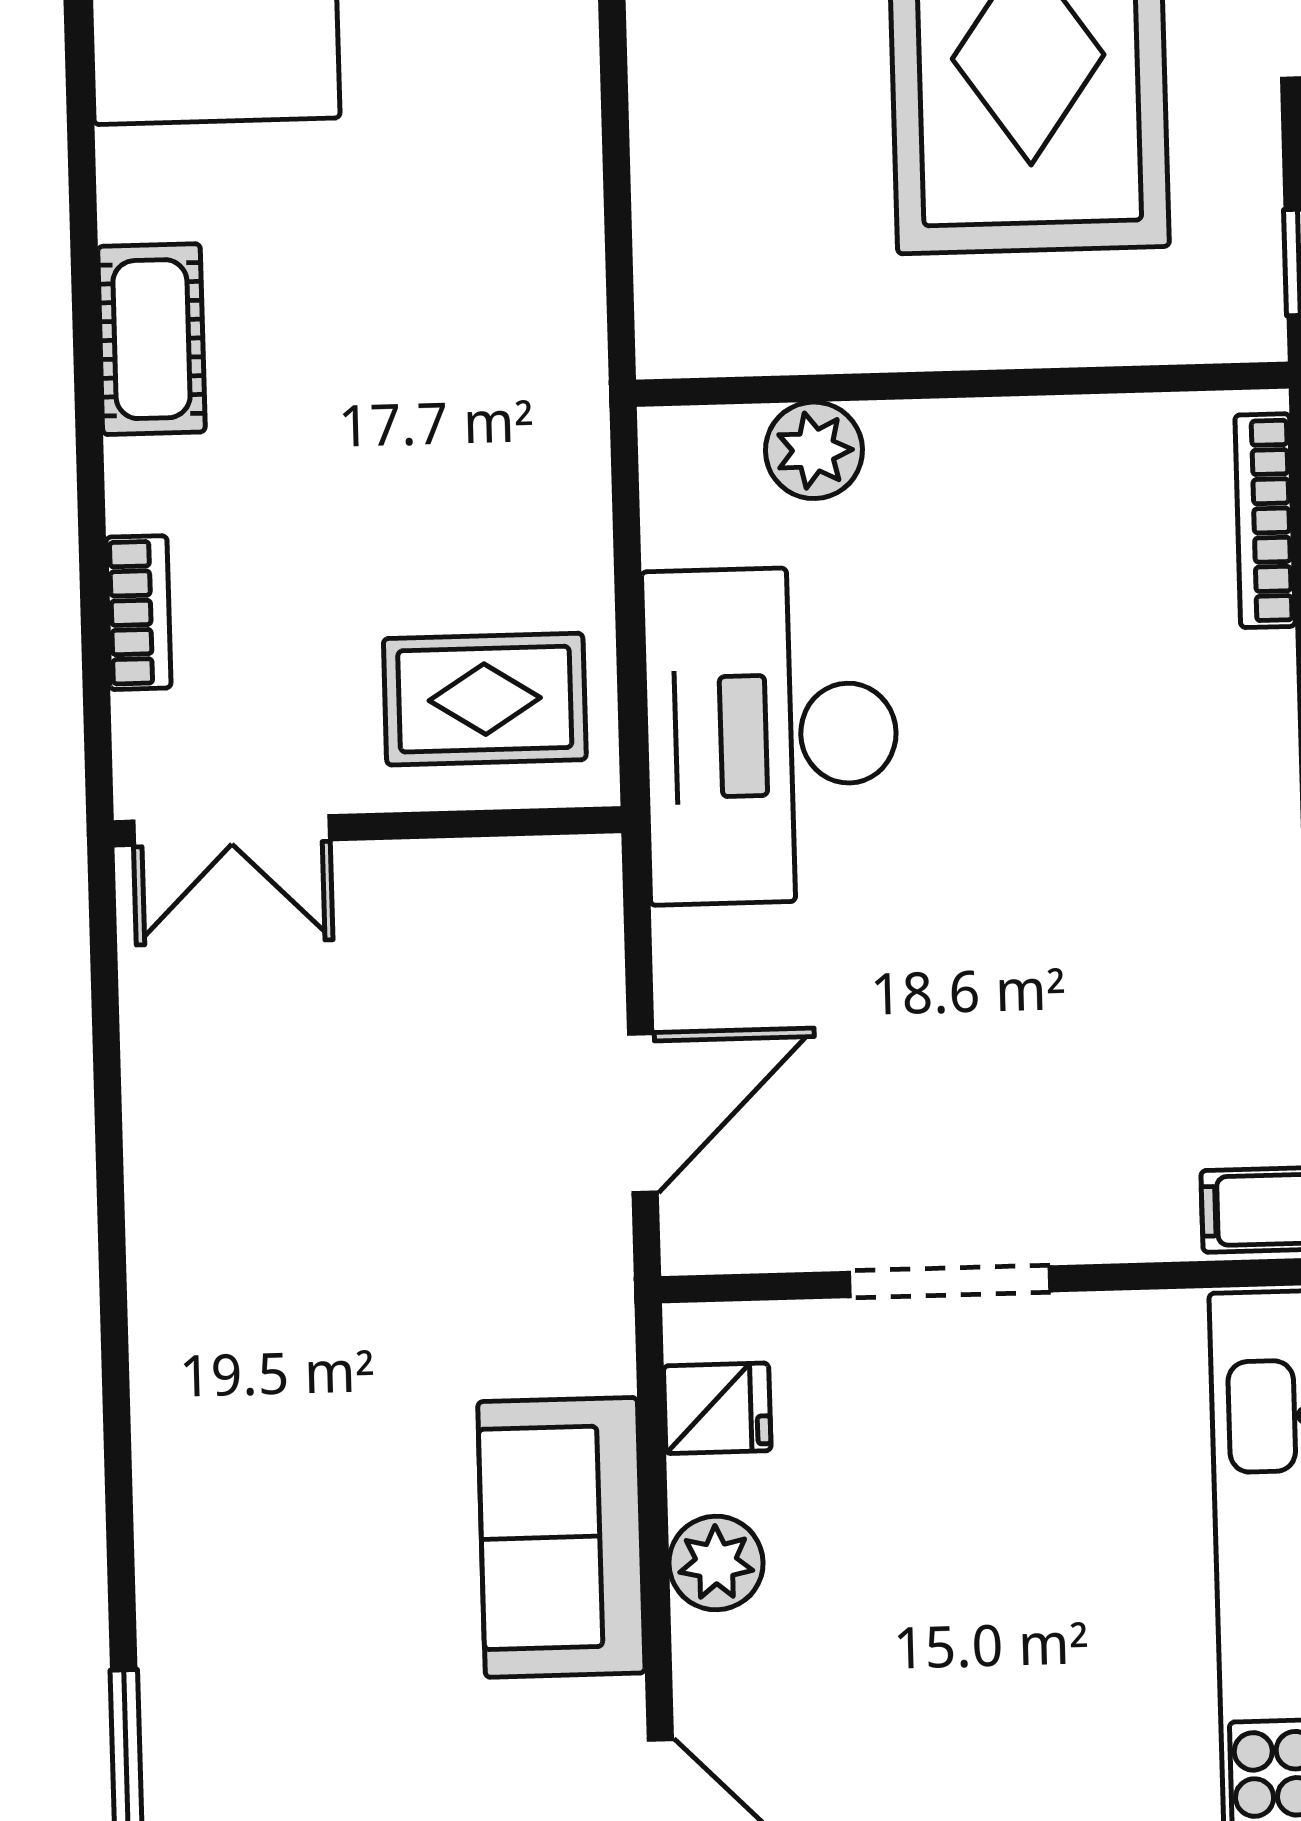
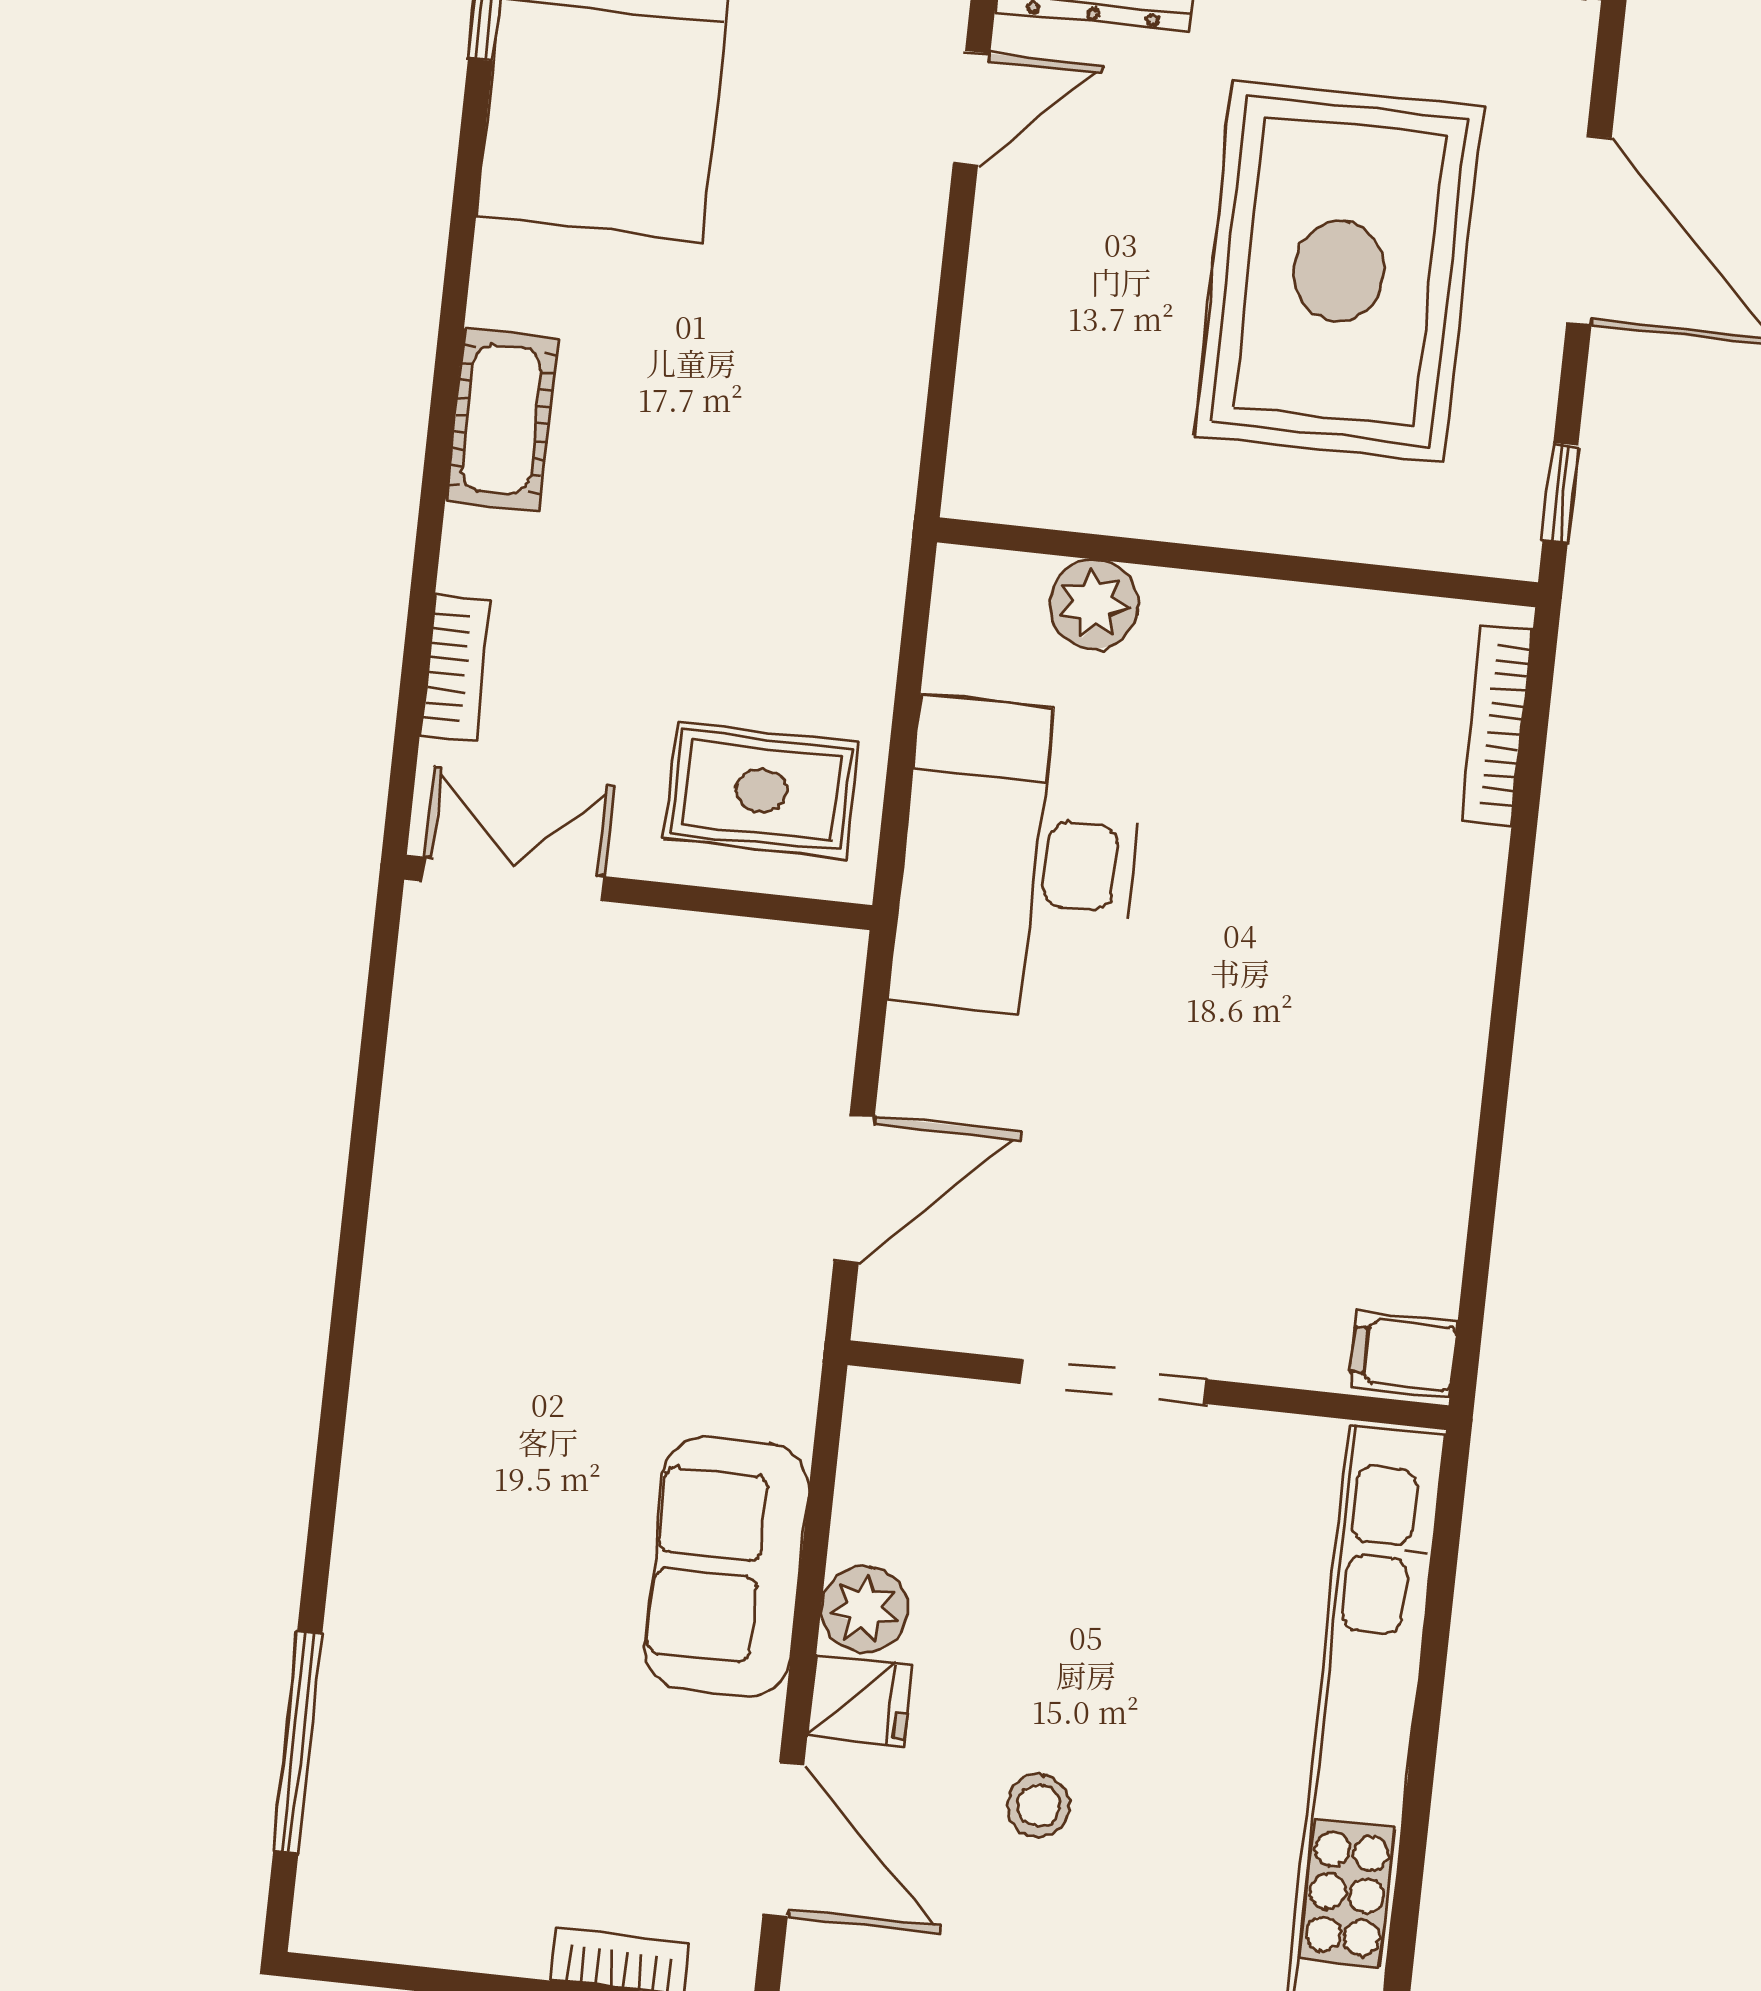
double door: (232, 831) -> (513, 879), swing flipped
fridge: (717, 1408) -> (860, 1700), moved
stool: (931, 1748) -> (1038, 1806), added

